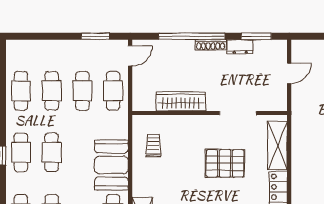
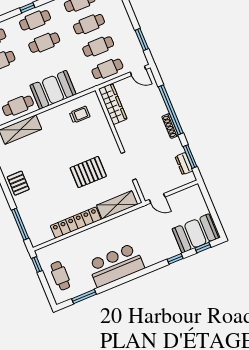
dresser: (240, 47) -> (184, 164), moved
door: (289, 73) -> (157, 198), moved
wardrobe: (181, 101) -> (113, 104), moved
pallet: (225, 163) -> (88, 172), turned 90

